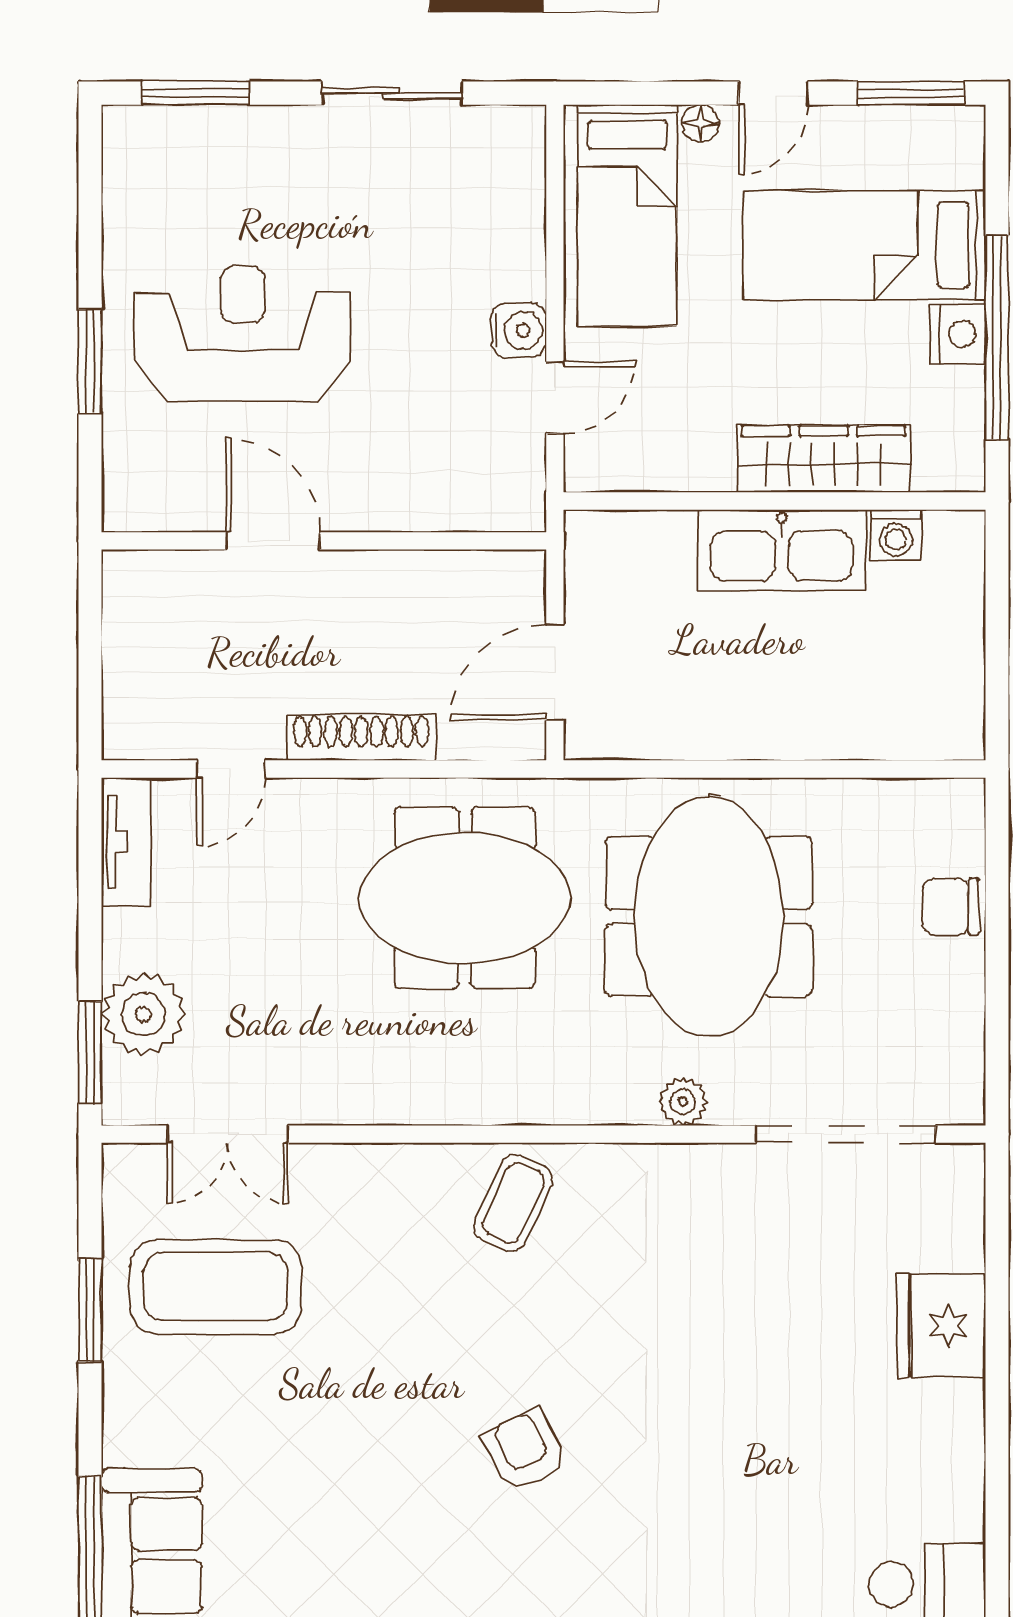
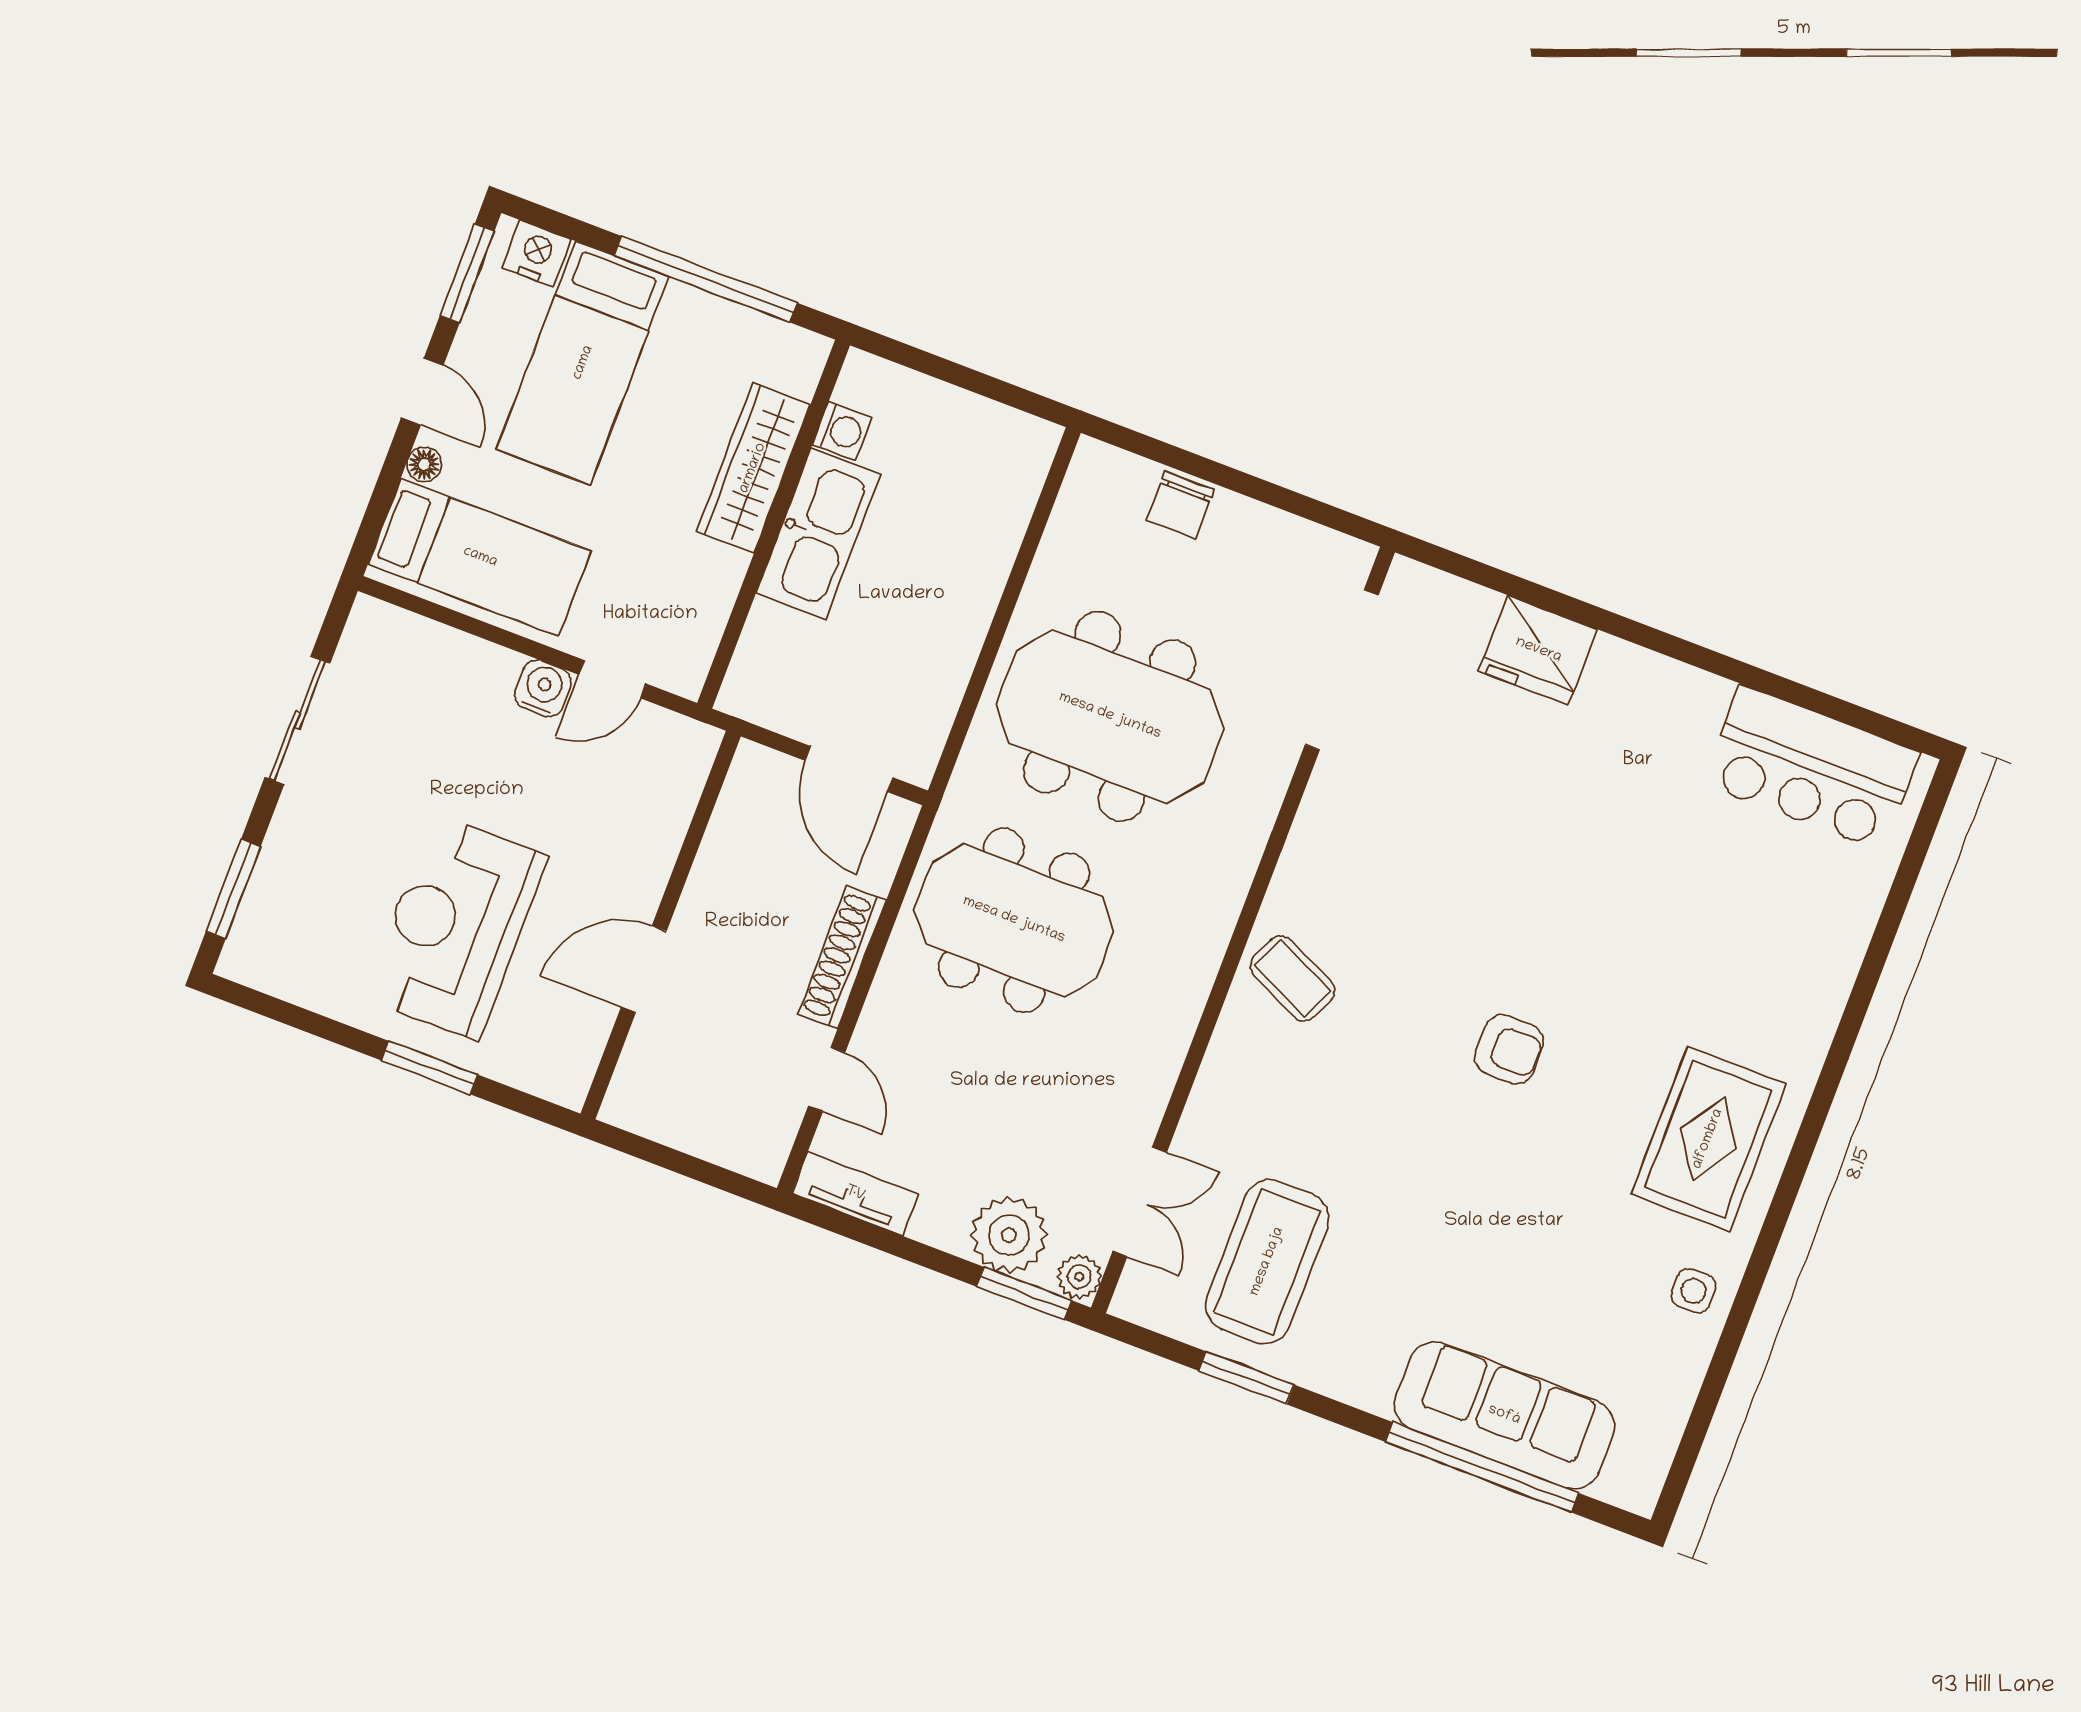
nightstand: (958, 334) -> (537, 253), moved
door: (555, 397) -> (613, 679), swing flipped
meeting table: (465, 898) -> (1014, 920), turned 90
plant: (683, 1102) -> (1079, 1277), moved
armchair: (525, 1450) -> (1509, 1049), turned -153

